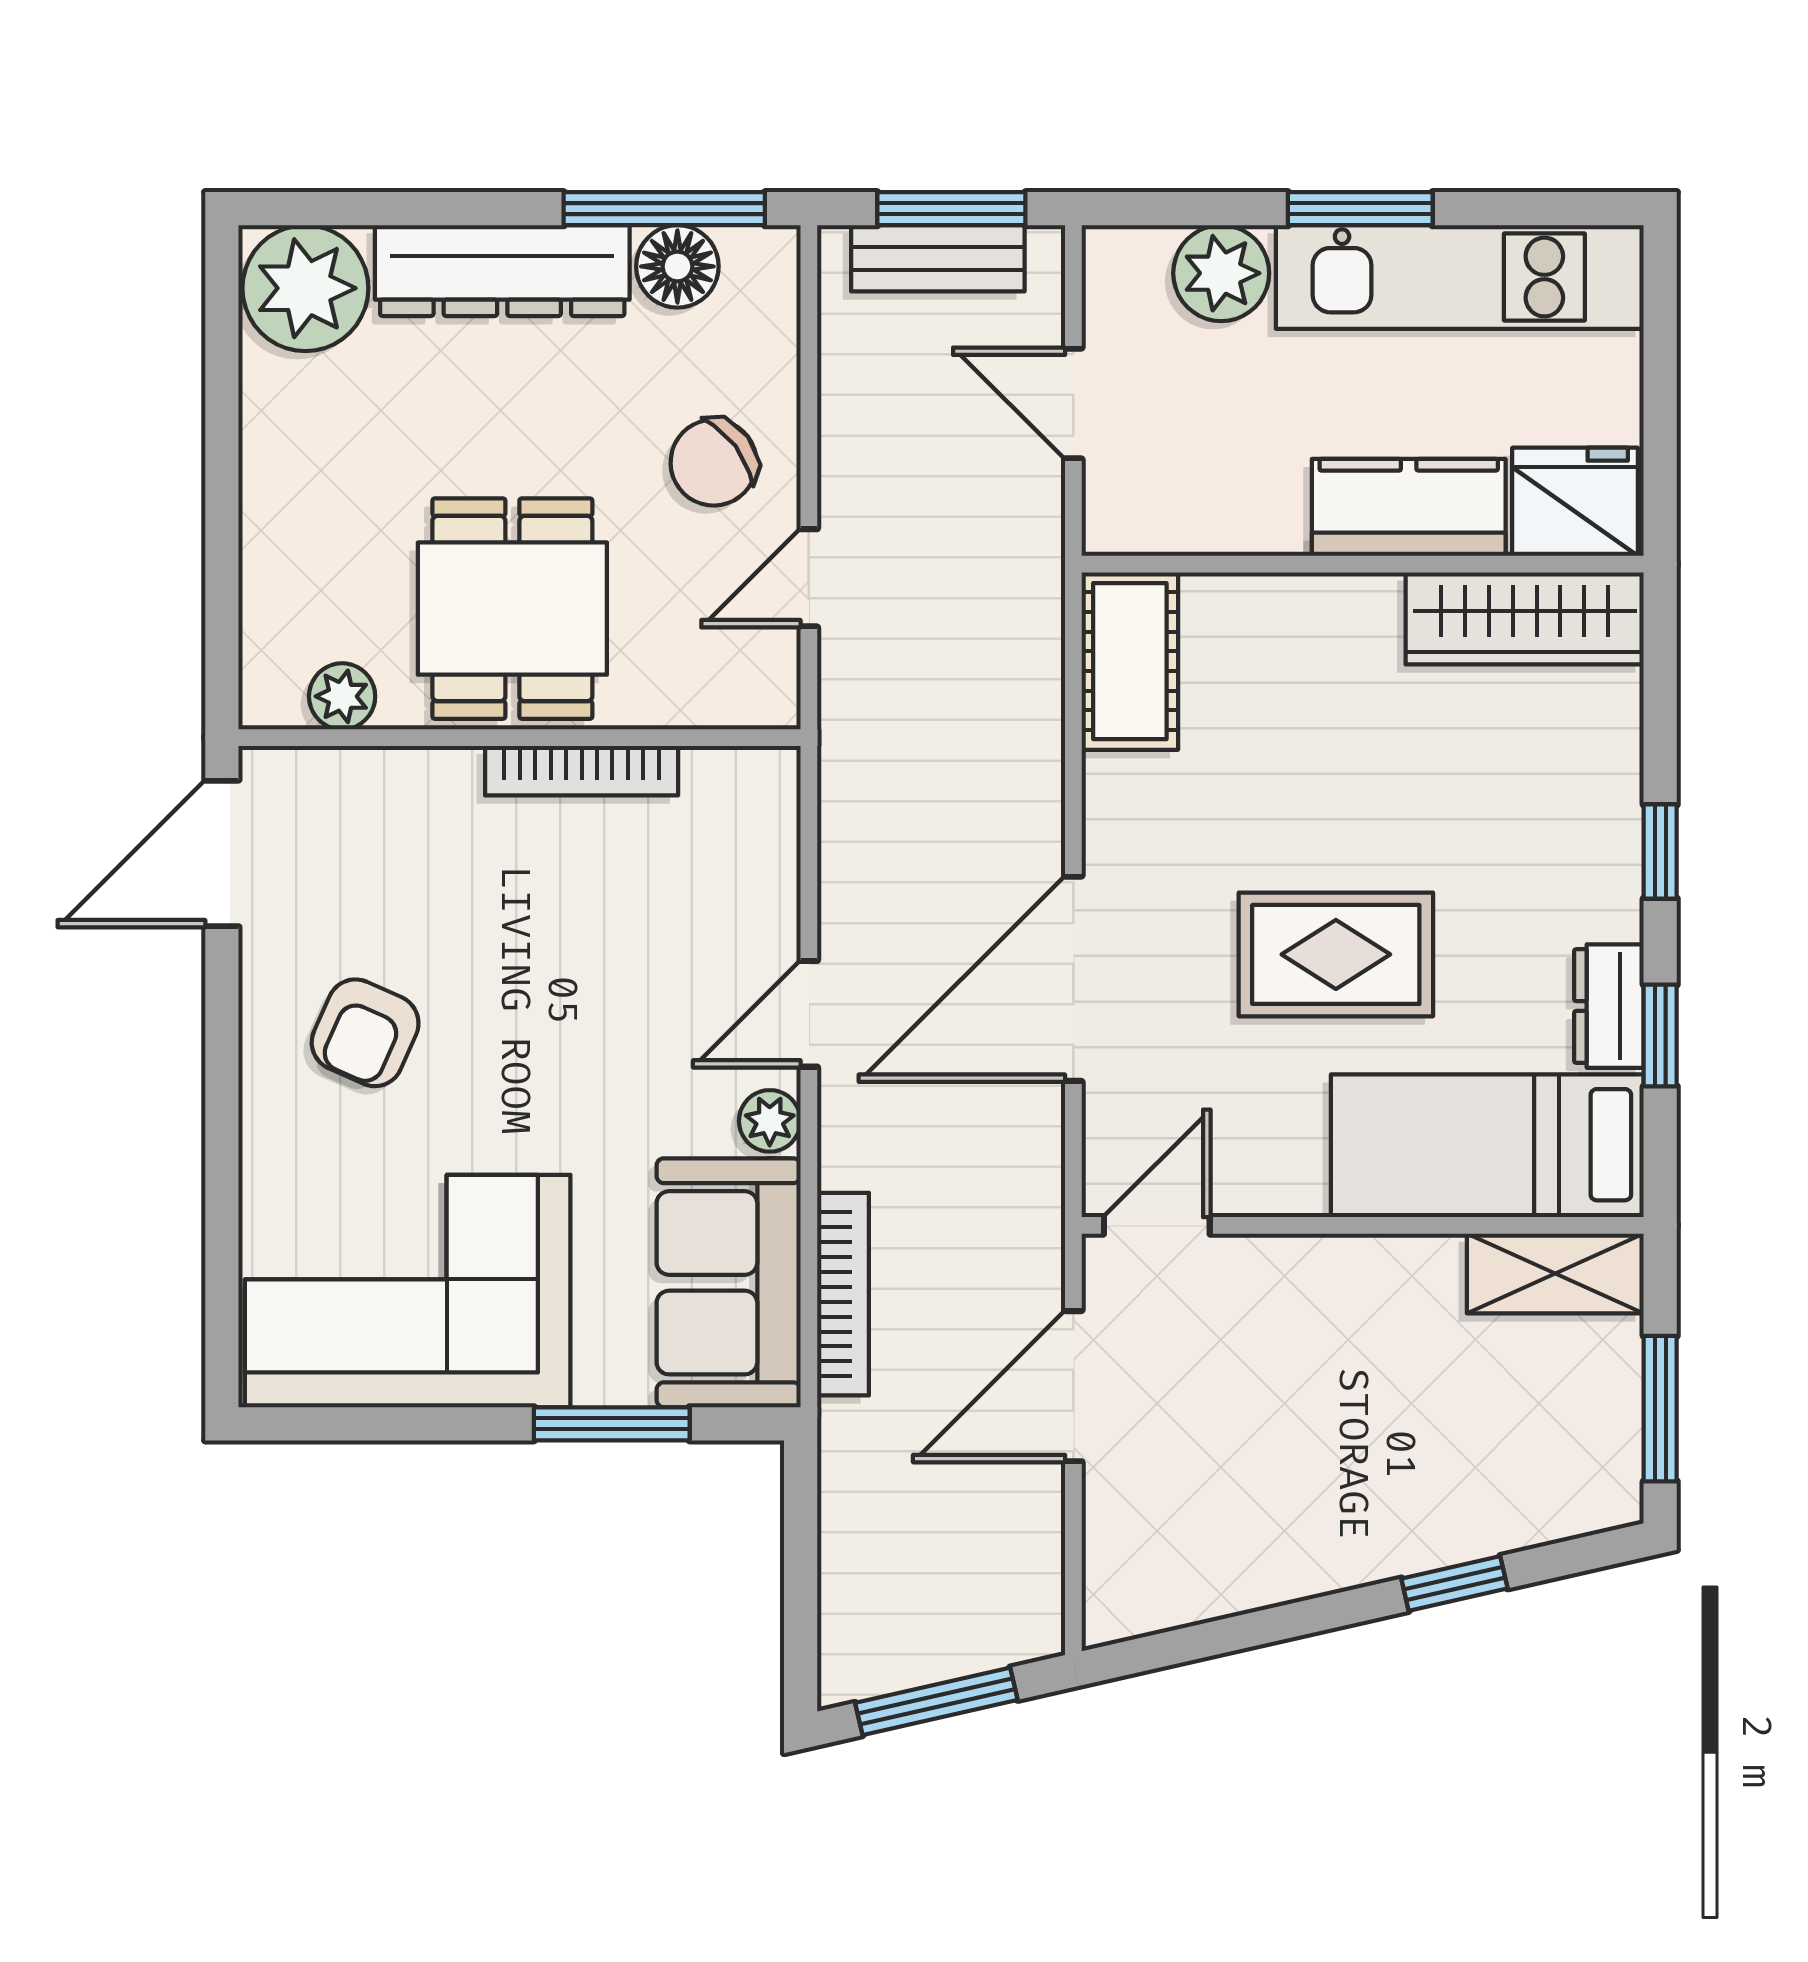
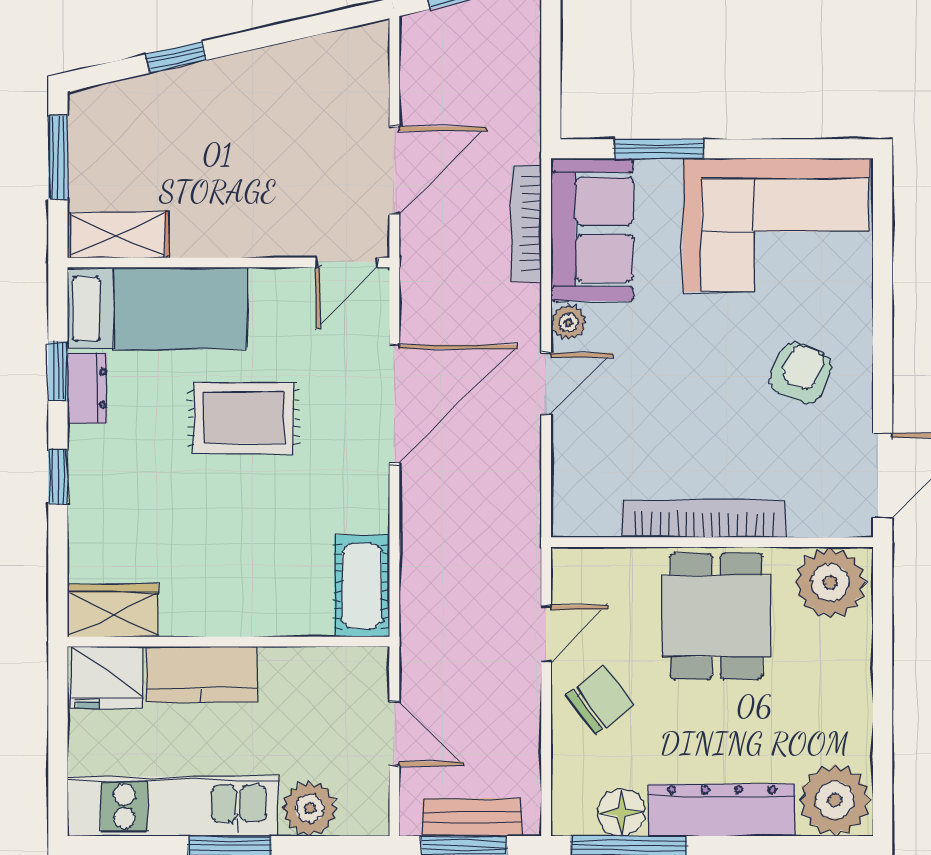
wardrobe: (1525, 618) -> (113, 611), width x0.67
plant: (342, 696) -> (830, 583), width x1.88, depth x1.88
bookcase: (582, 771) -> (703, 519), width x1.48, depth x1.31

